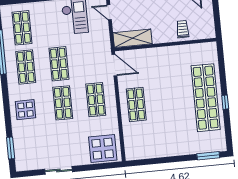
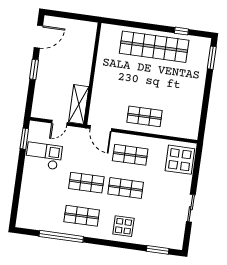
door: (109, 12) -> (59, 123), moved
shop shelf: (22, 28) -> (42, 210), removed
trolley: (183, 29) -> (82, 53), removed
door: (114, 65) -> (101, 128), swing flipped
window: (225, 102) -> (181, 31), moved

